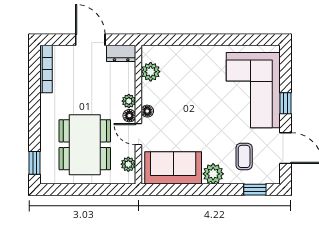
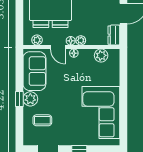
corner sofa: (253, 90) -> (101, 113), moved, turned -90
door: (138, 134) -> (58, 47), swing flipped
window: (255, 190) -> (19, 99), moved

